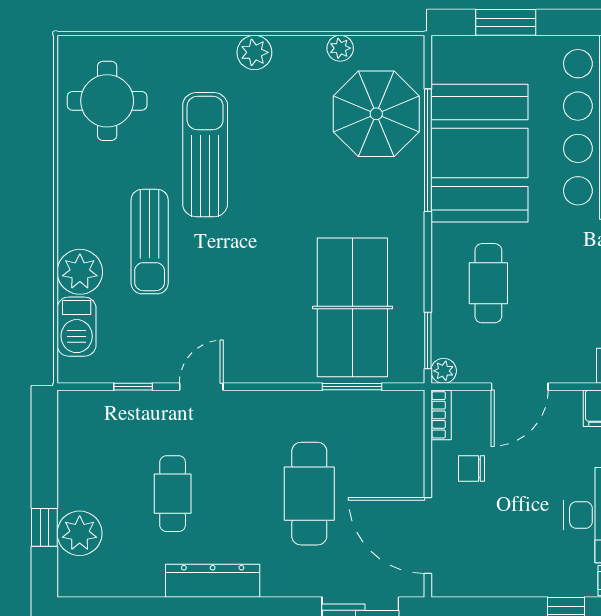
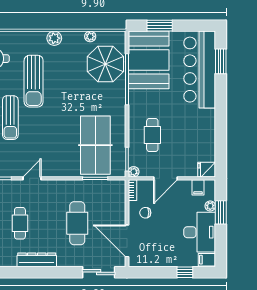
booth: (479, 153) -> (149, 60), moved
sun lounger: (205, 155) -> (34, 81), turned 180

